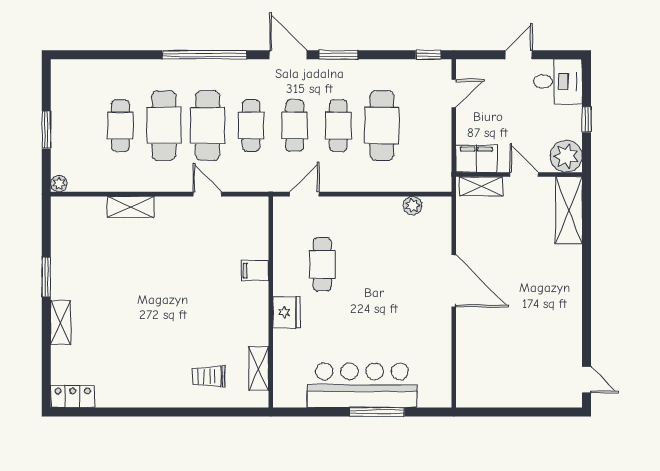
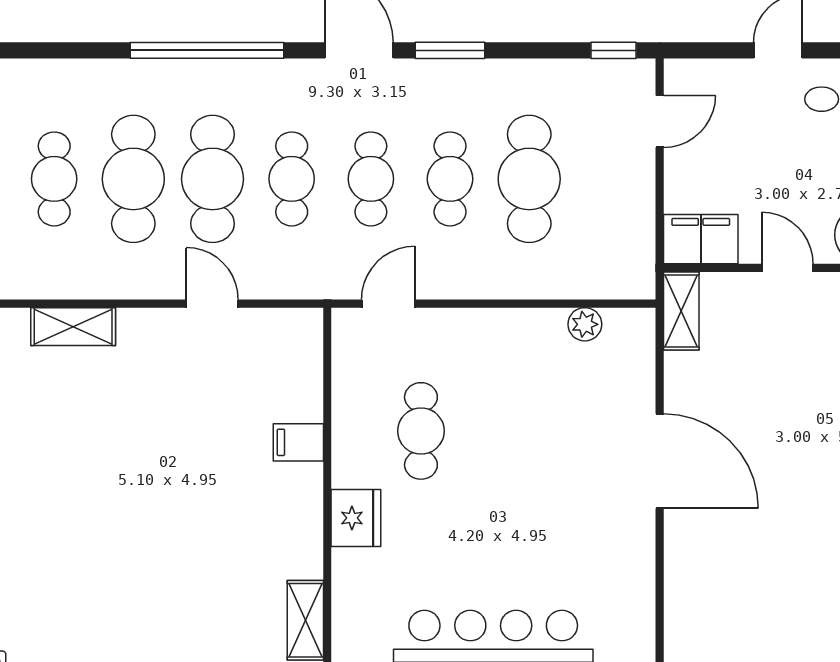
shelving: (481, 186) -> (681, 311), moved, turned 90
trolley: (209, 376) -> (215, 635), removed

